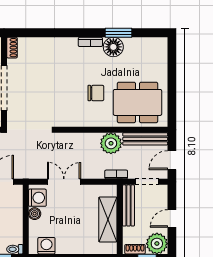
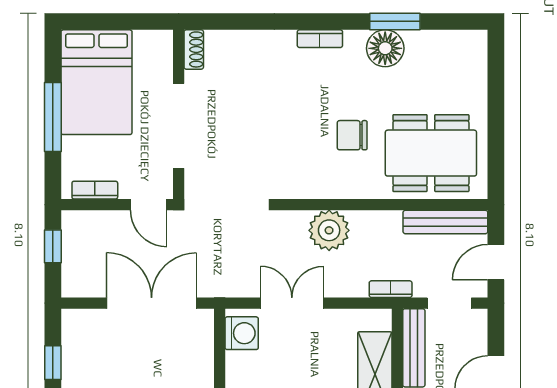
bookcase: (90, 42) -> (320, 39), moved
chair: (96, 93) -> (352, 135), turned 180
plant: (111, 143) -> (329, 230), moved
boiler: (35, 214) -> (236, 363), removed

